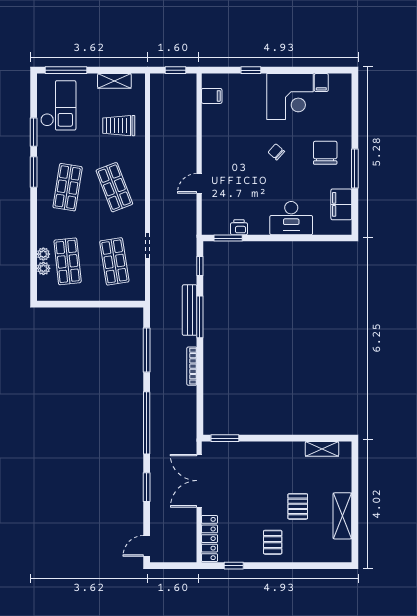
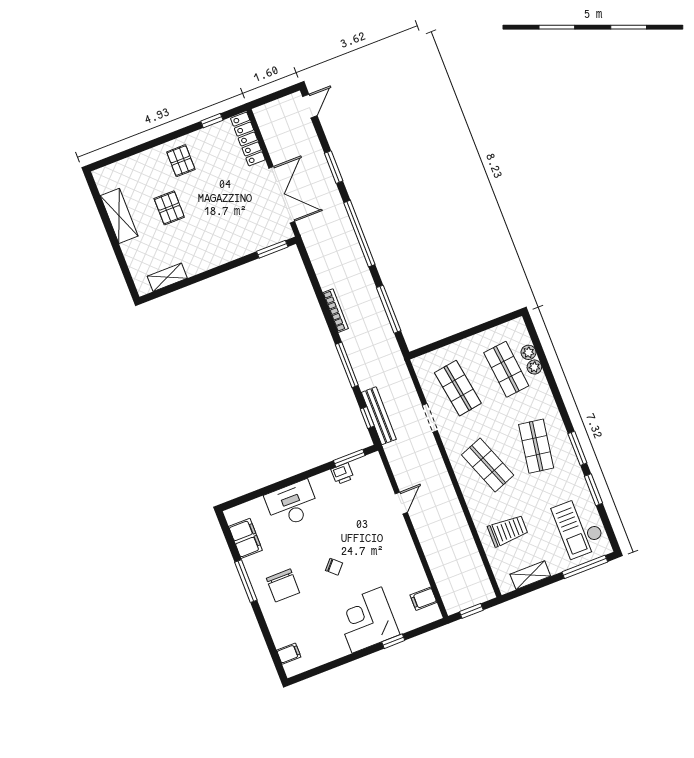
filing cabinet: (321, 83) -> (289, 654), moved, turned 90
corner desk: (290, 97) -> (367, 620), moved
bench: (190, 310) -> (379, 416), moved

